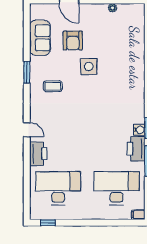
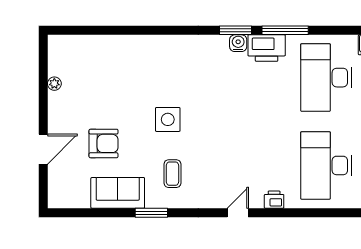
sofa: (40, 38) -> (118, 193), moved
side table: (89, 66) -> (168, 119), moved
printer: (38, 154) -> (274, 200), width x0.53, depth x0.68

